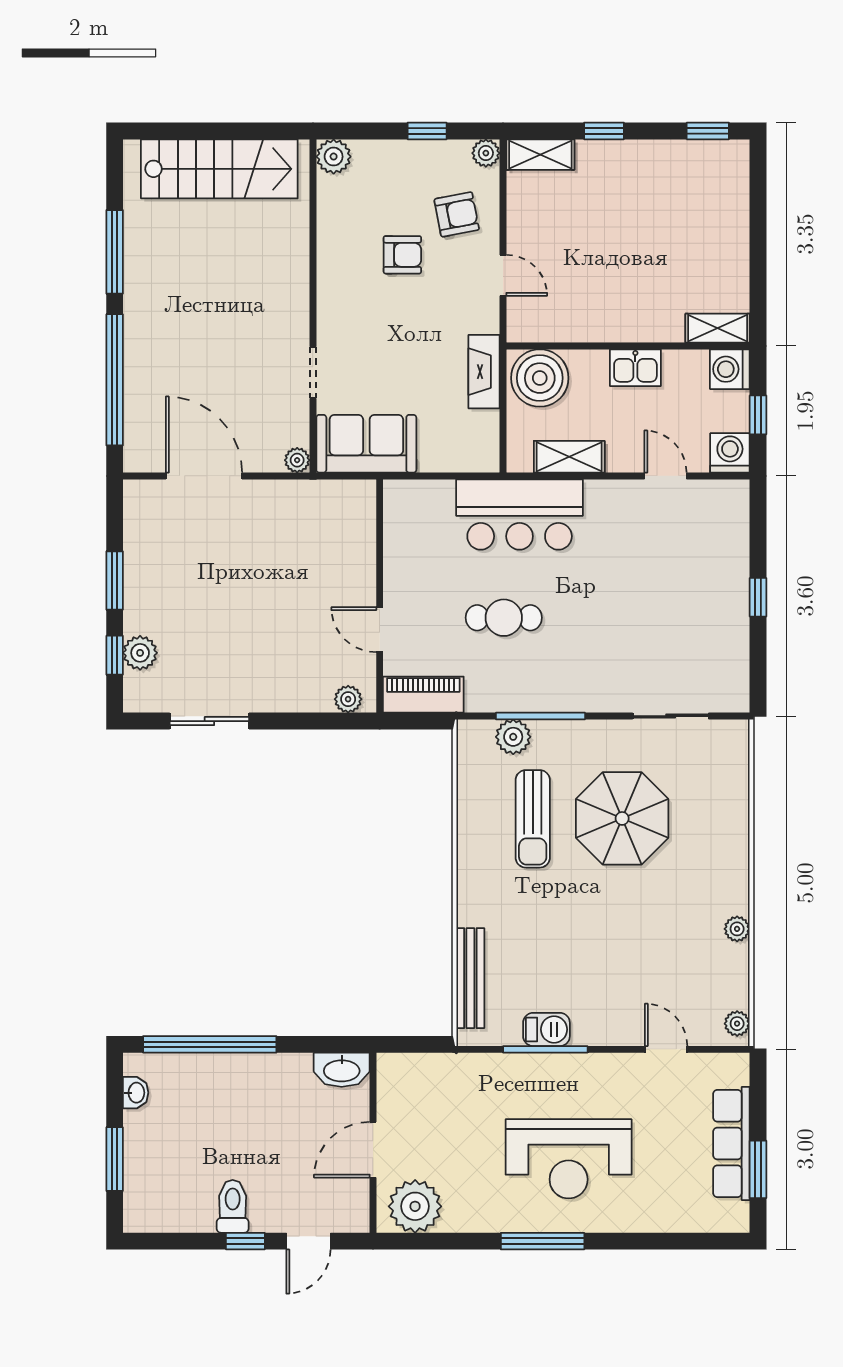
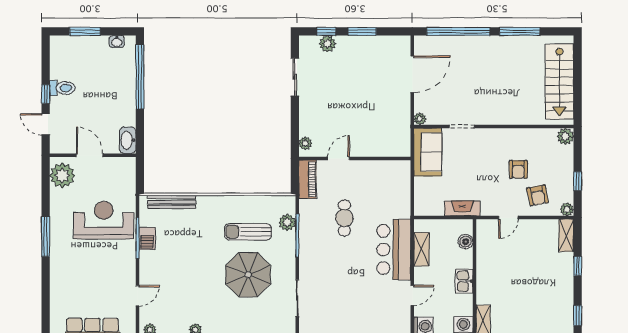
boiler: (540, 378) -> (466, 242), width x0.54, depth x0.54
bar counter: (520, 514) -> (394, 250), moved
reception desk: (569, 1159) -> (104, 220), moved, turned 90

